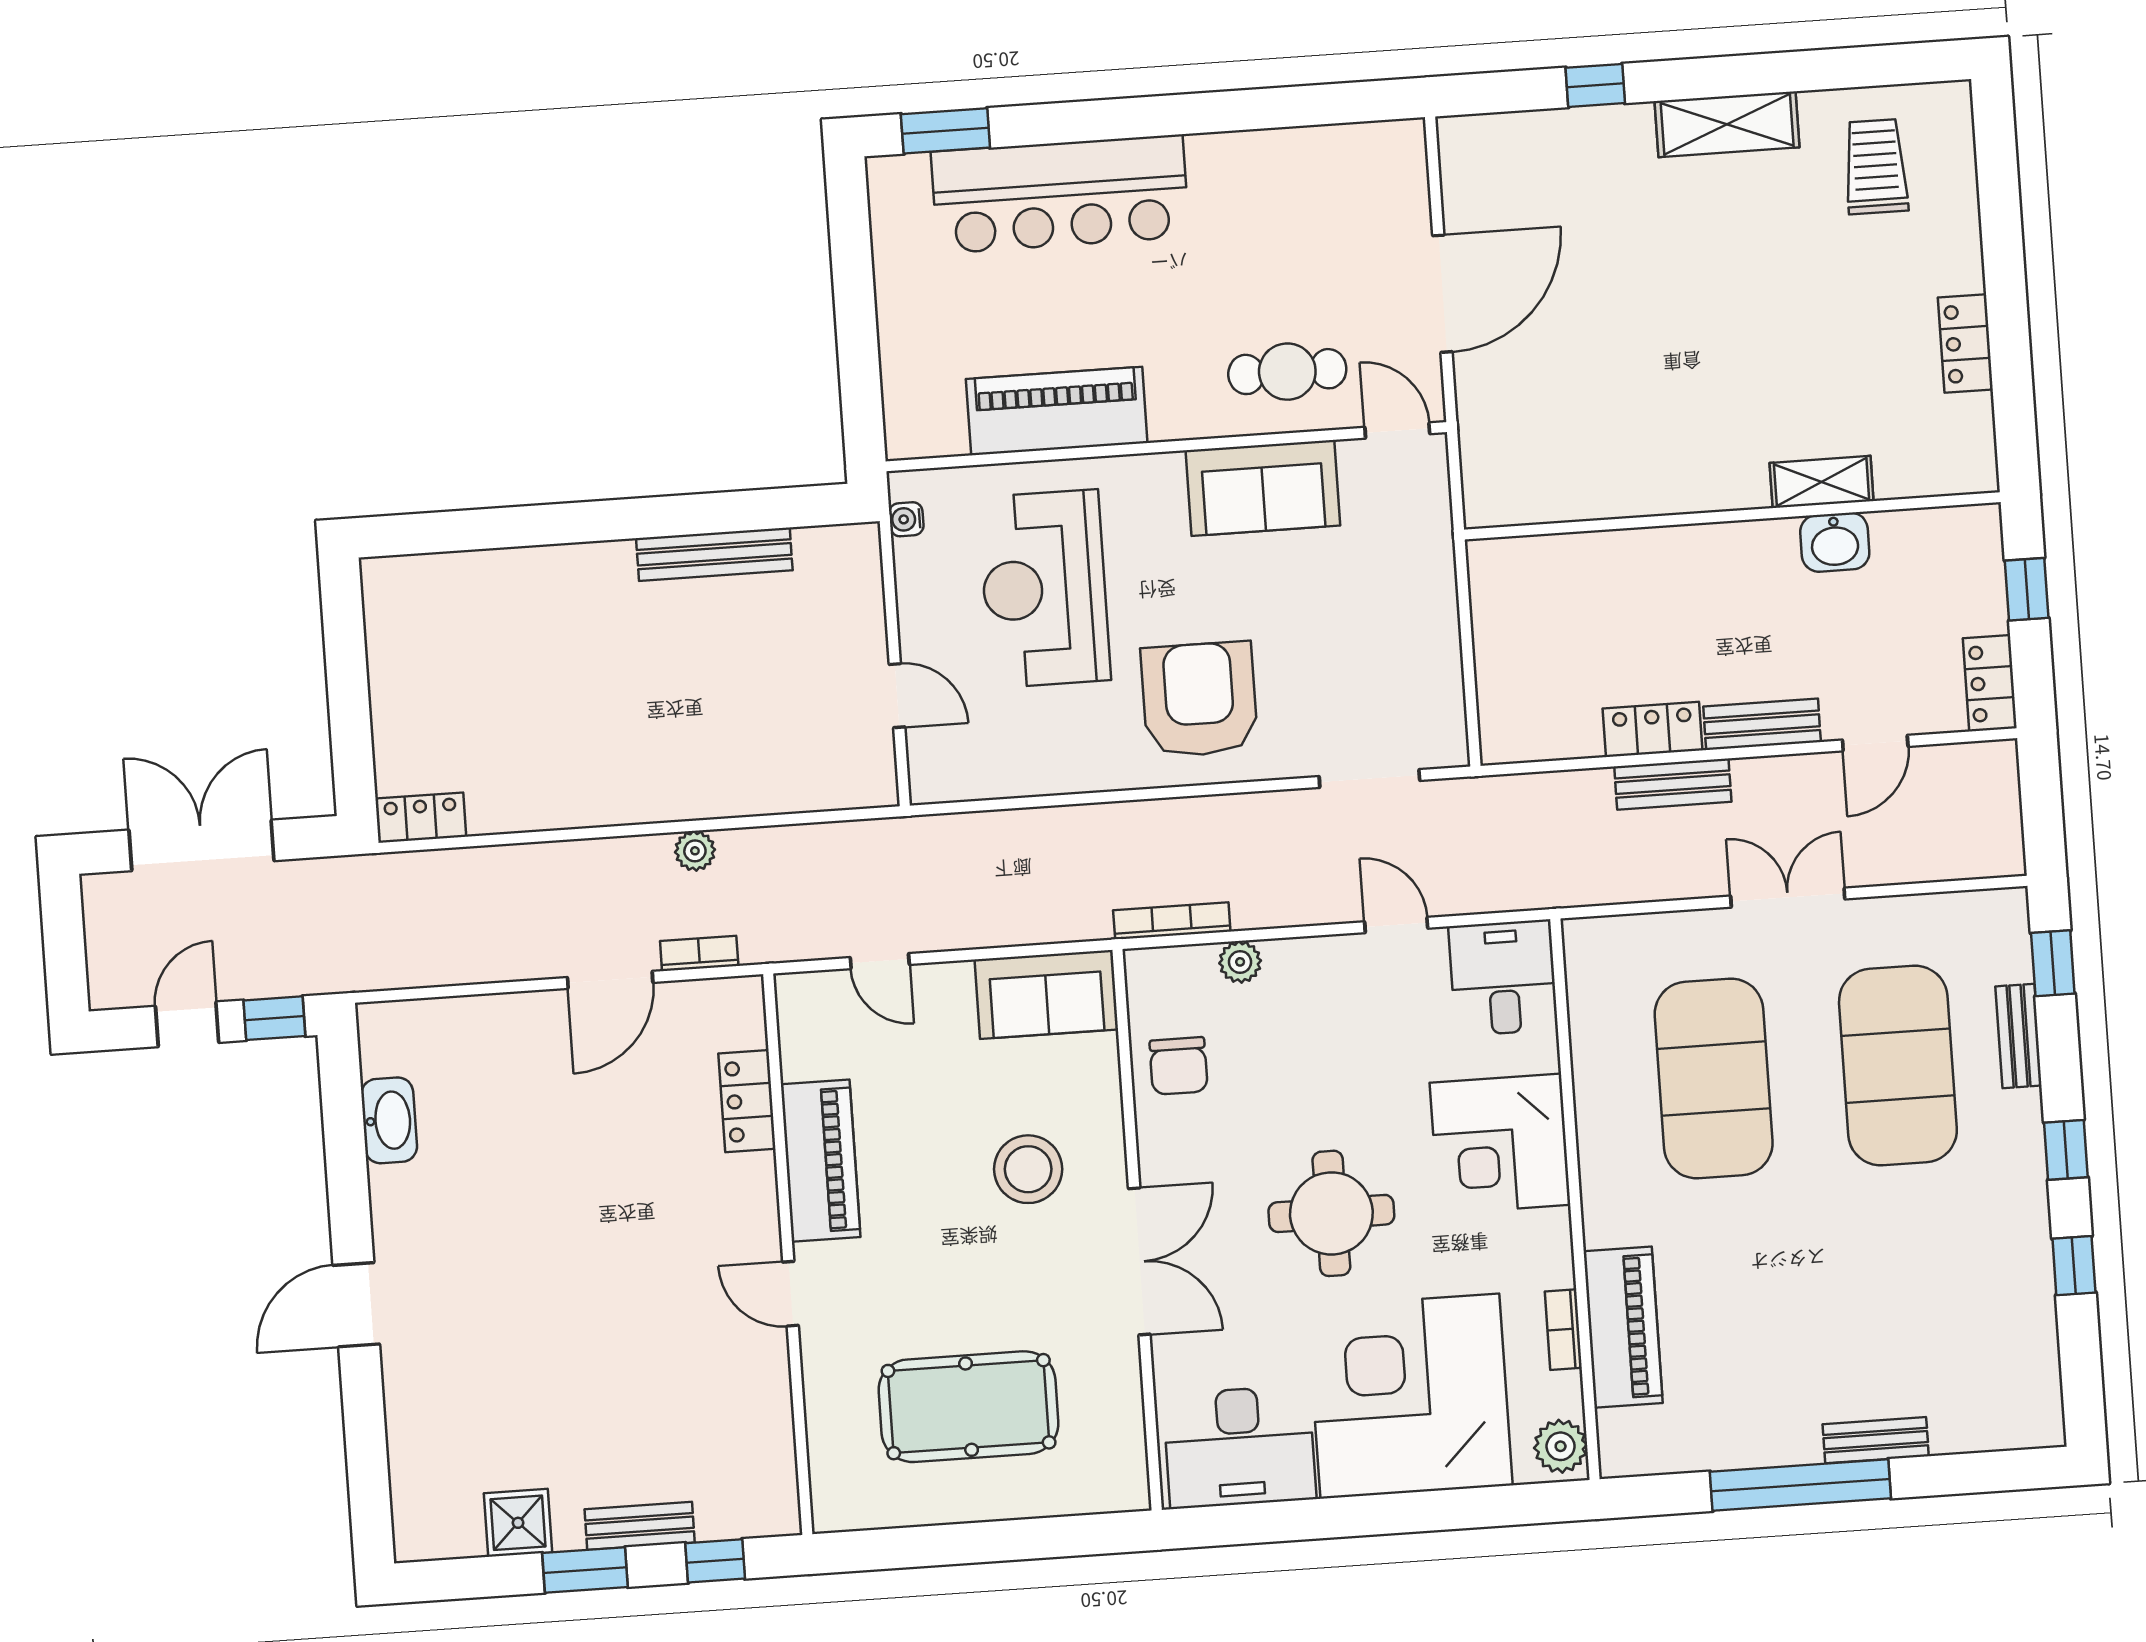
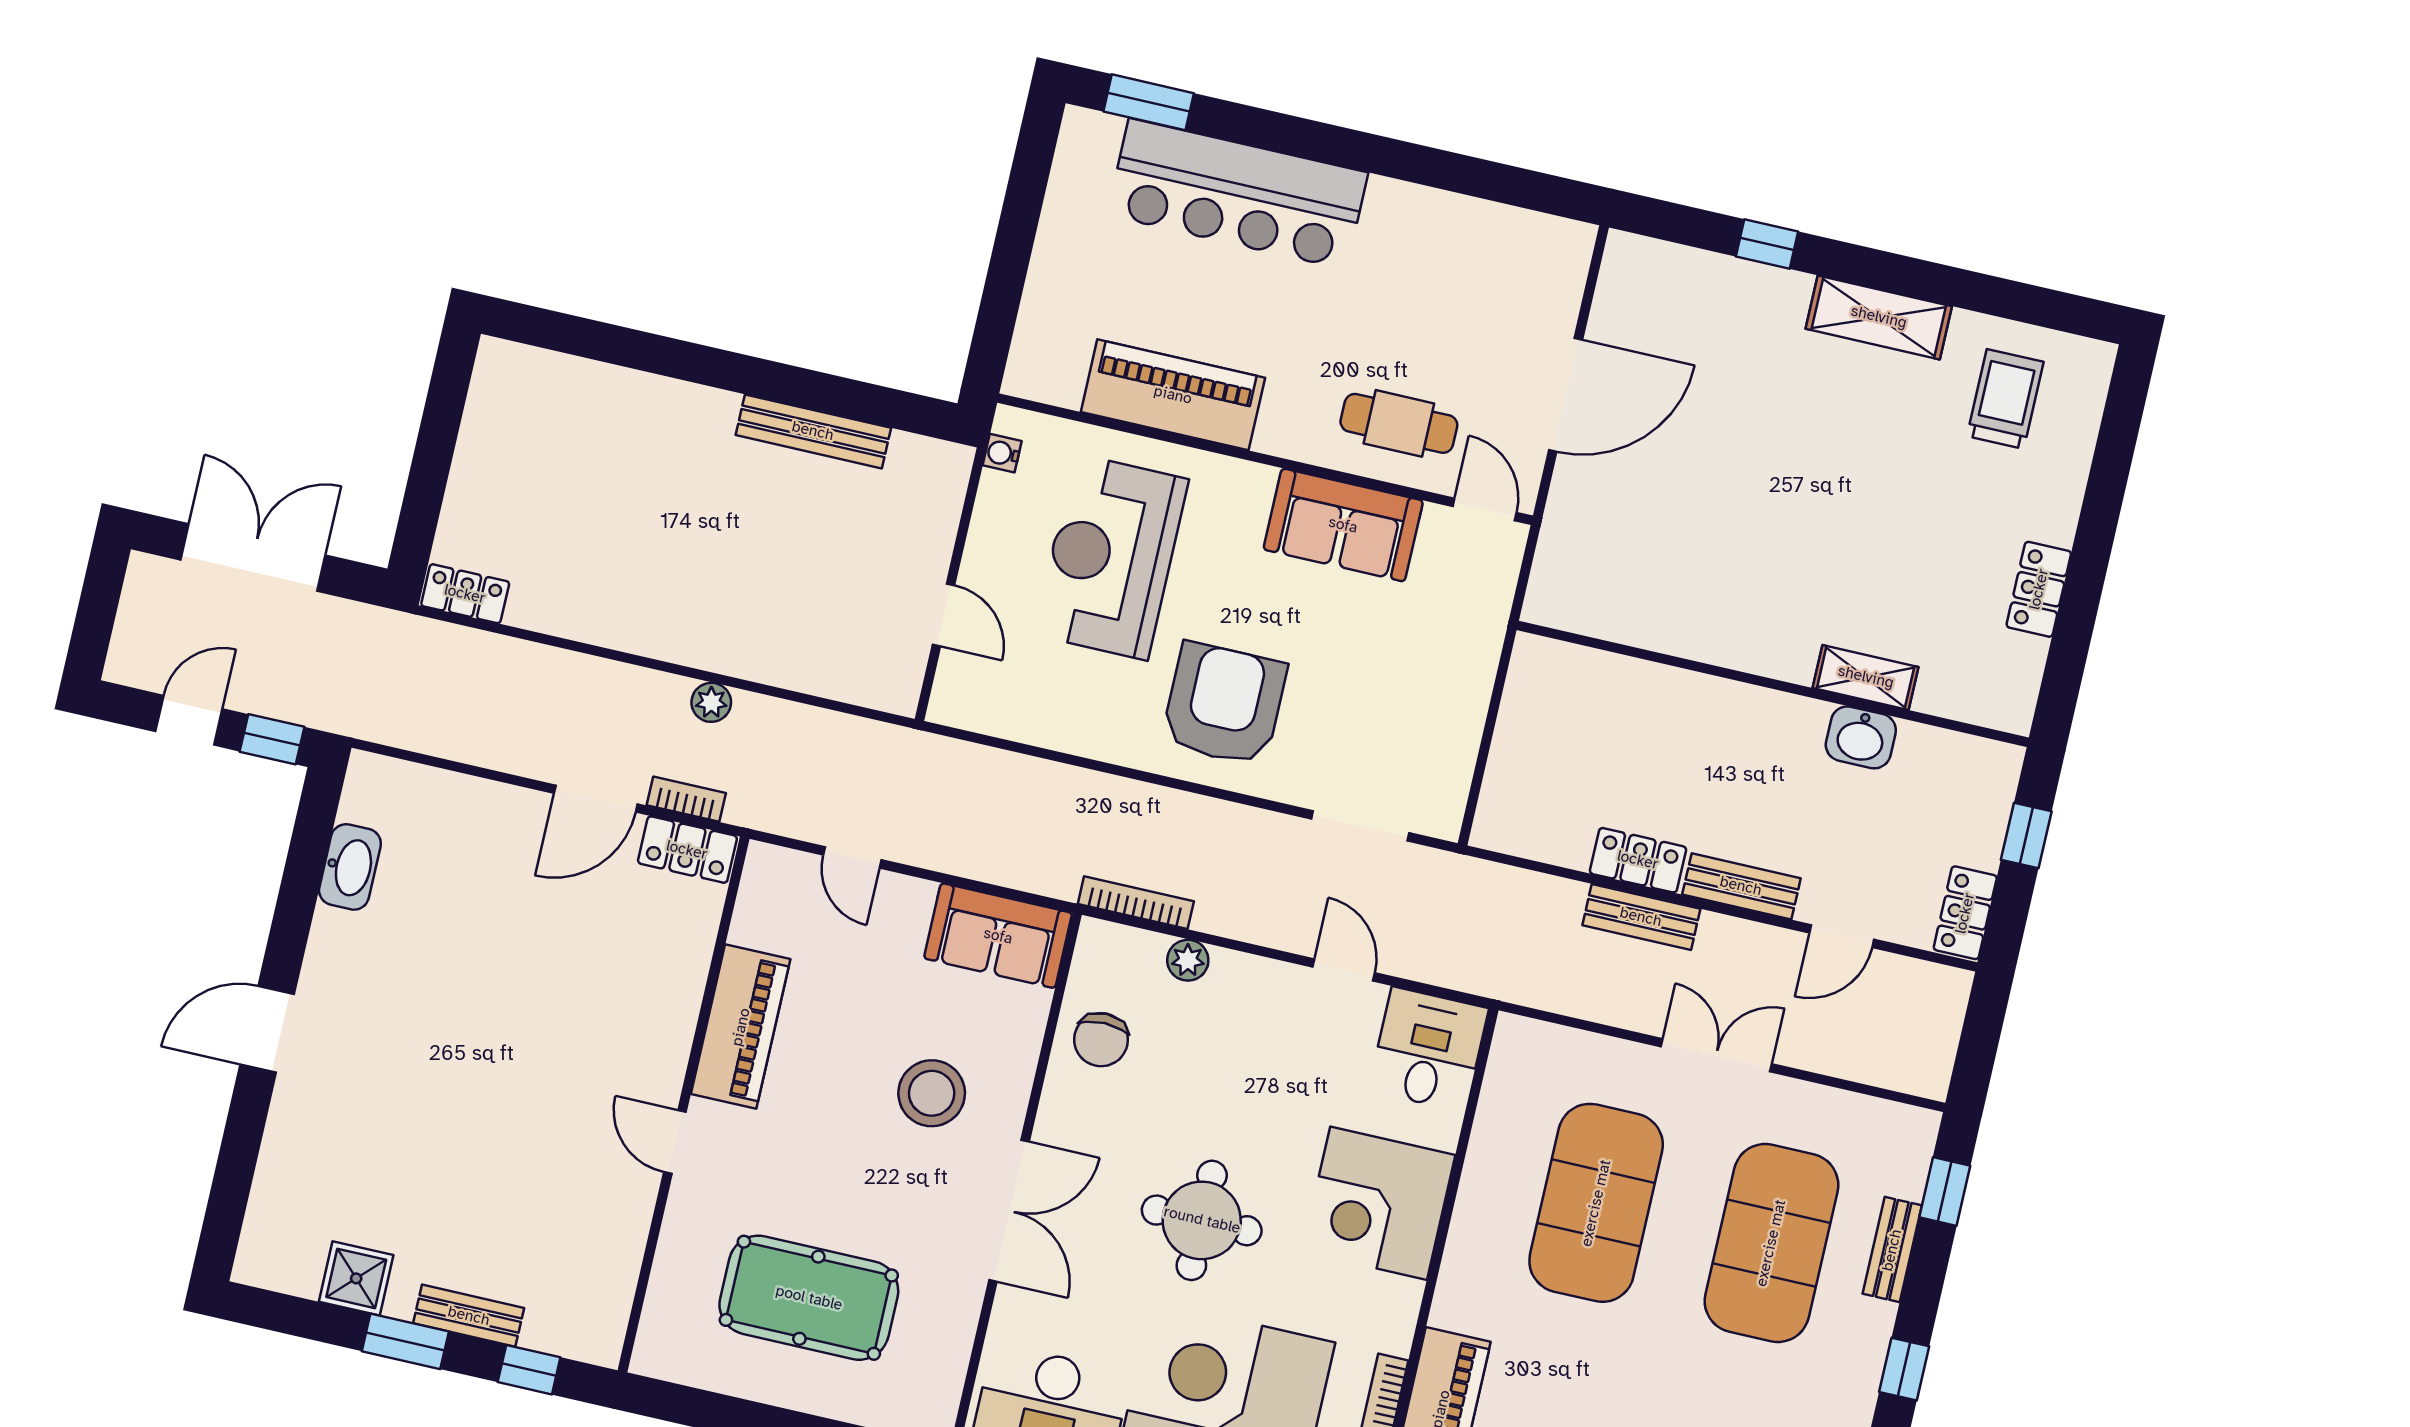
locker: (747, 1101) -> (687, 850), moved, turned -90

